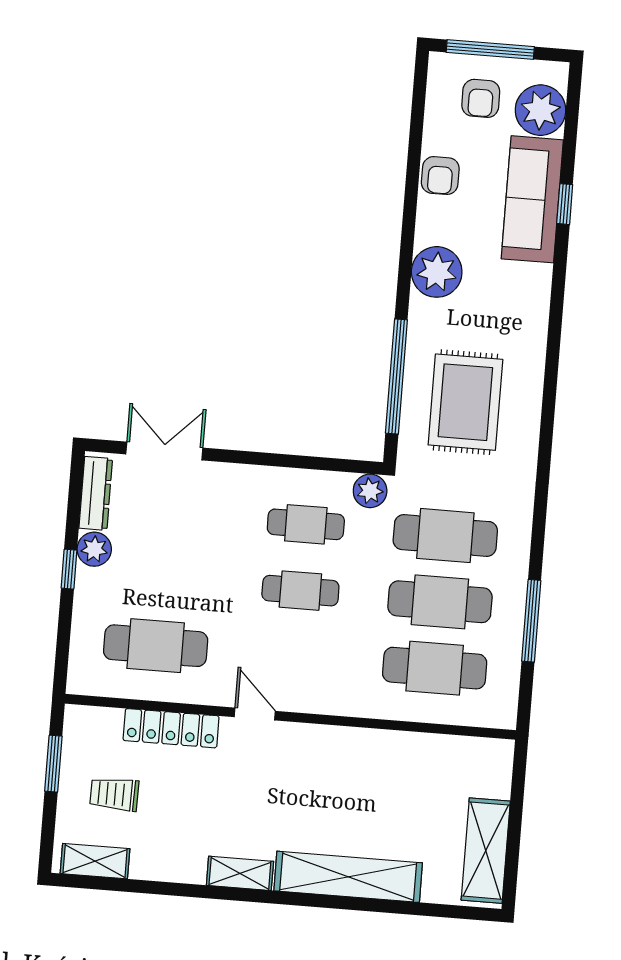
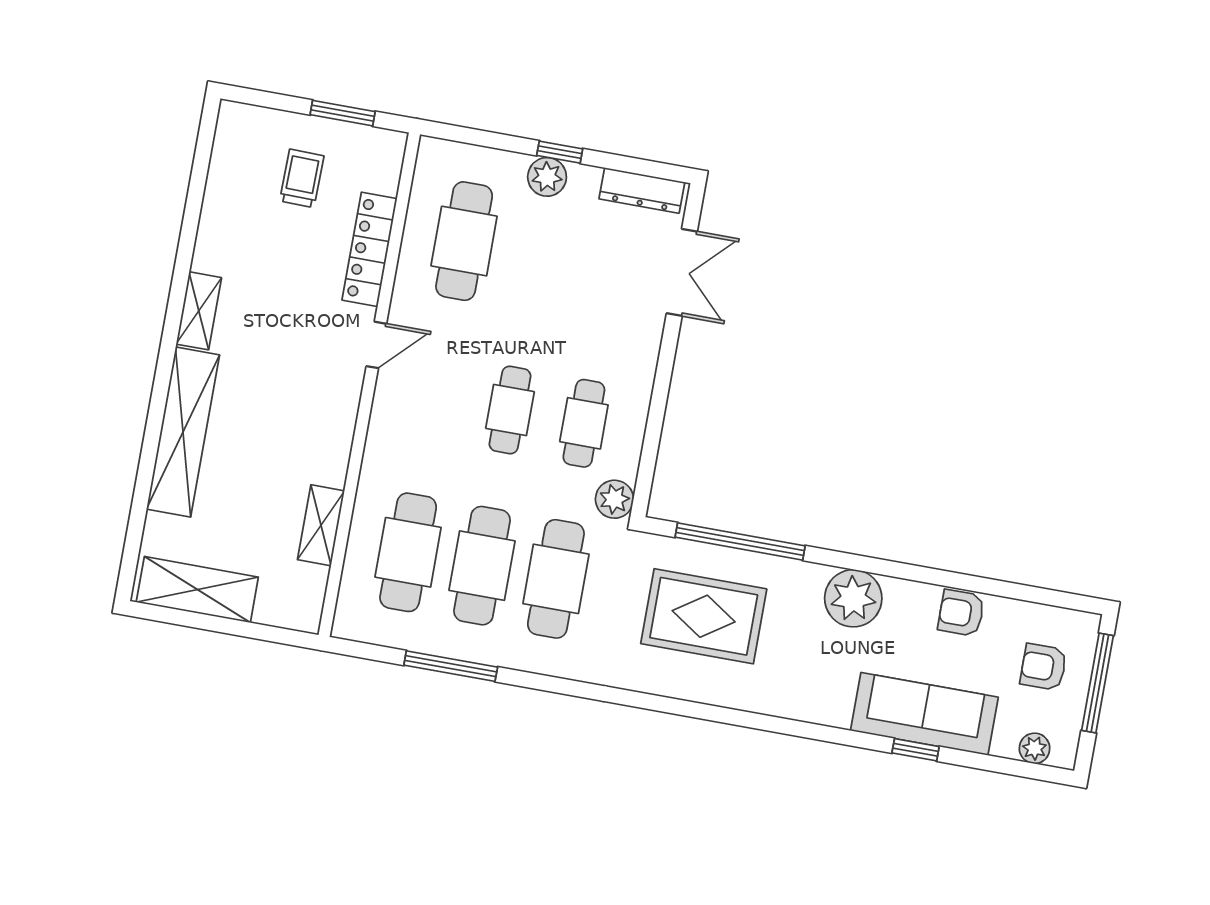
plant: (541, 110) -> (1034, 748), width x0.53, depth x0.53
plant: (94, 549) -> (547, 177), moved
shelving: (95, 861) -> (321, 525), moved

